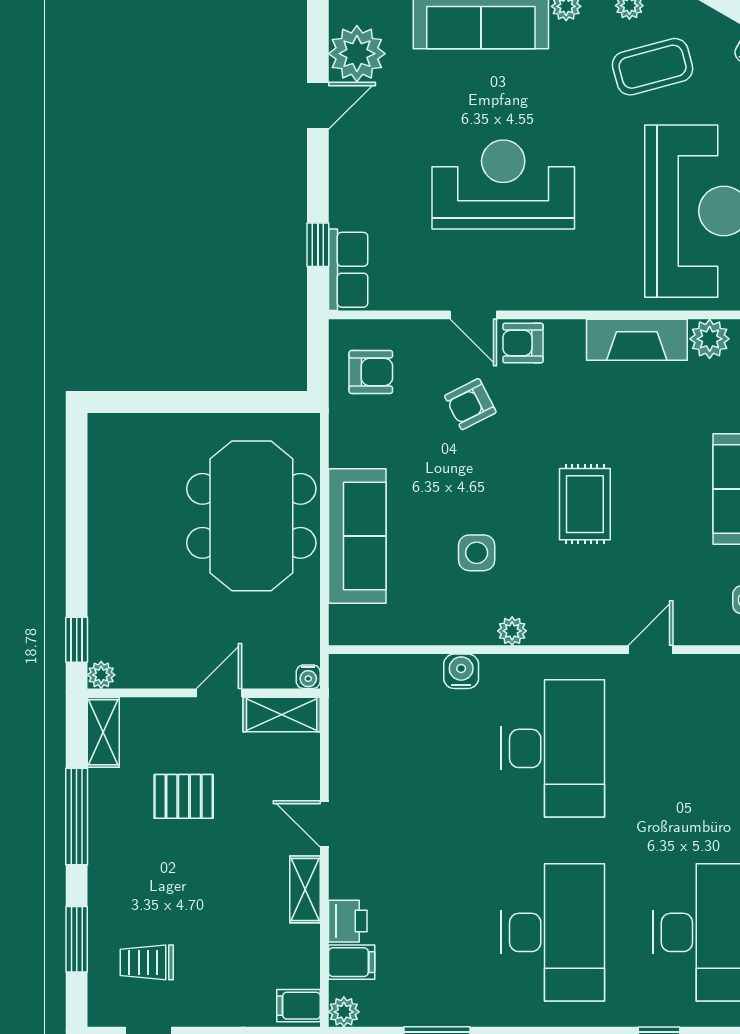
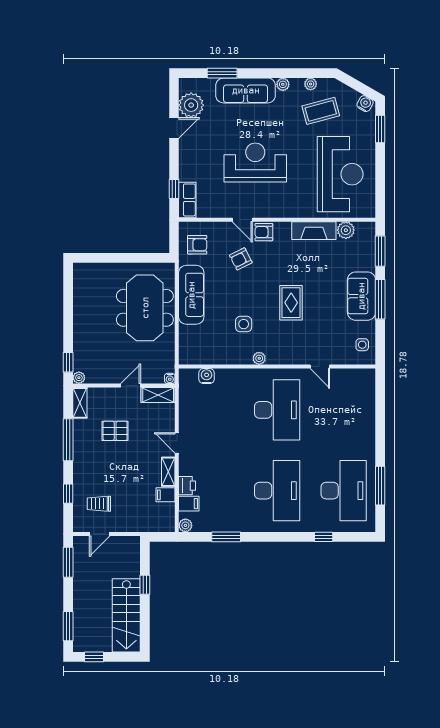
sofa: (357, 536) -> (191, 295), moved
door: (651, 650) -> (320, 367), swing flipped
water cooler: (461, 671) -> (207, 376), moved
window: (77, 939) -> (68, 494), width x0.67
filing cabinet: (298, 1006) -> (165, 495), moved

